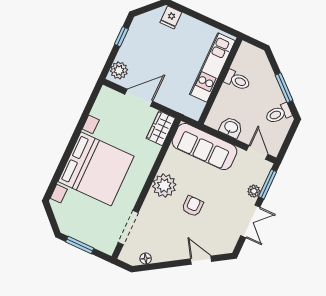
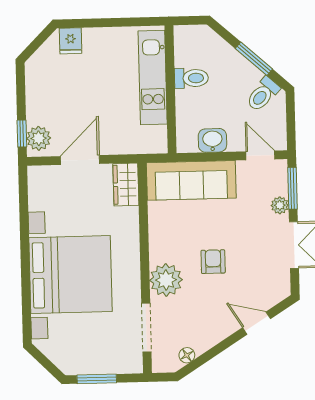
window: (121, 37) -> (22, 133), moved
plant: (164, 186) -> (166, 280), moved

